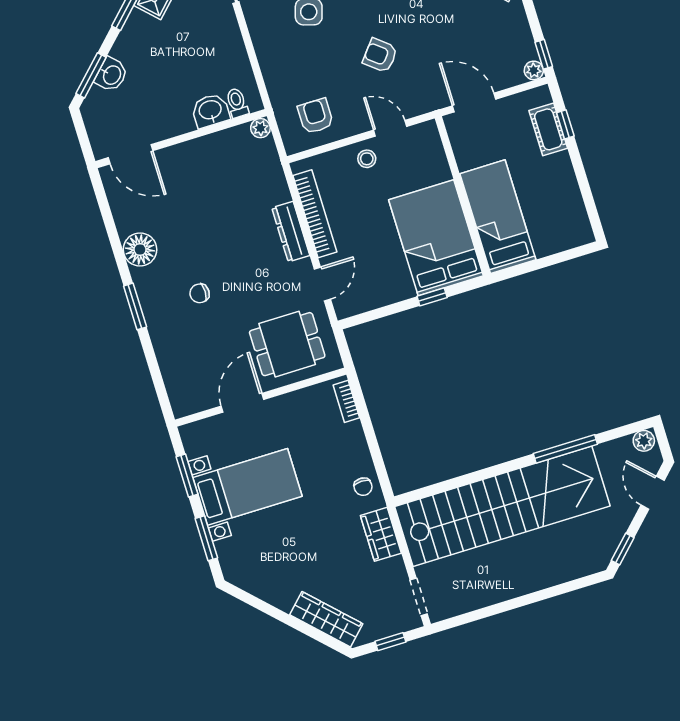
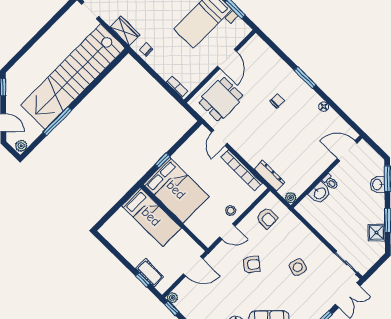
toilet: (237, 103) -> (330, 182), moved
dresser: (291, 232) -> (270, 176), moved
floor lamp: (140, 249) -> (324, 107), width x0.53, depth x0.53

